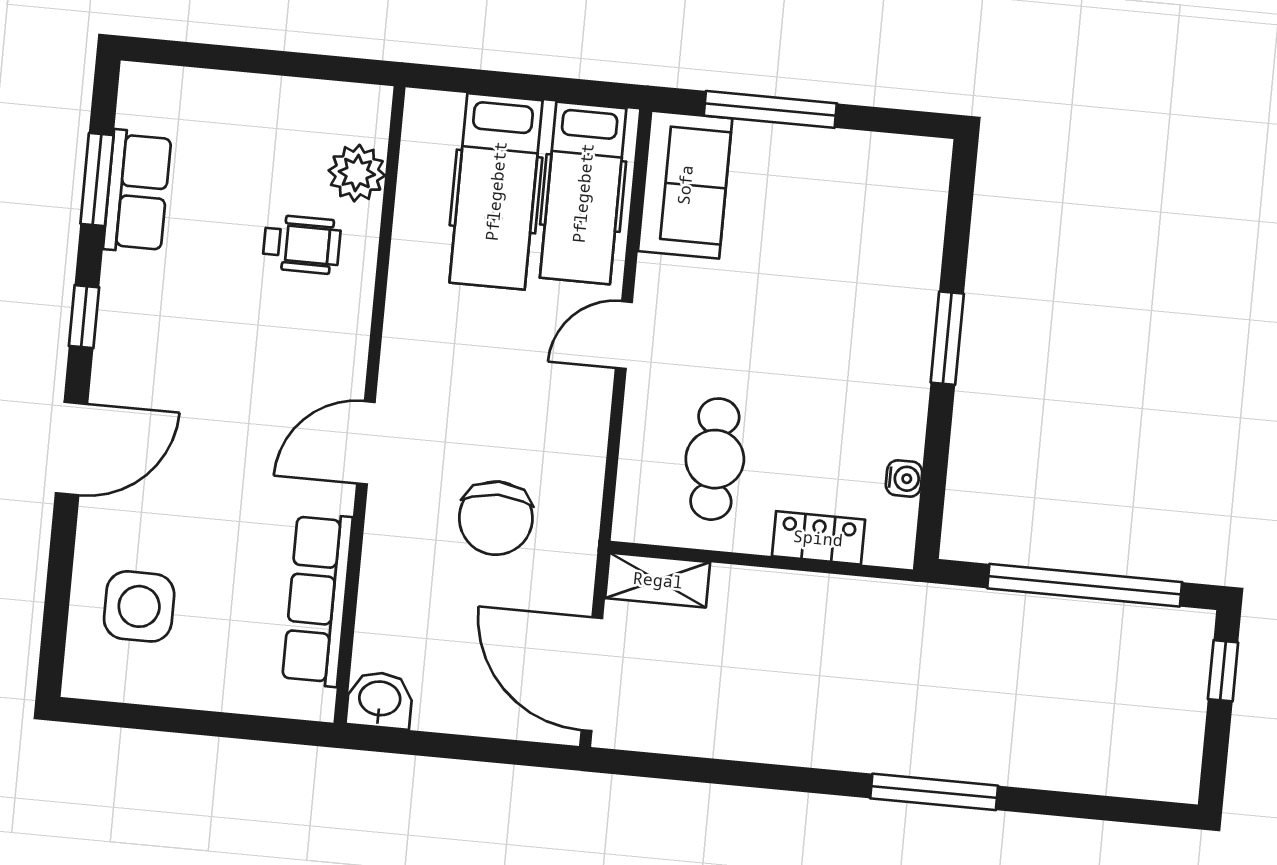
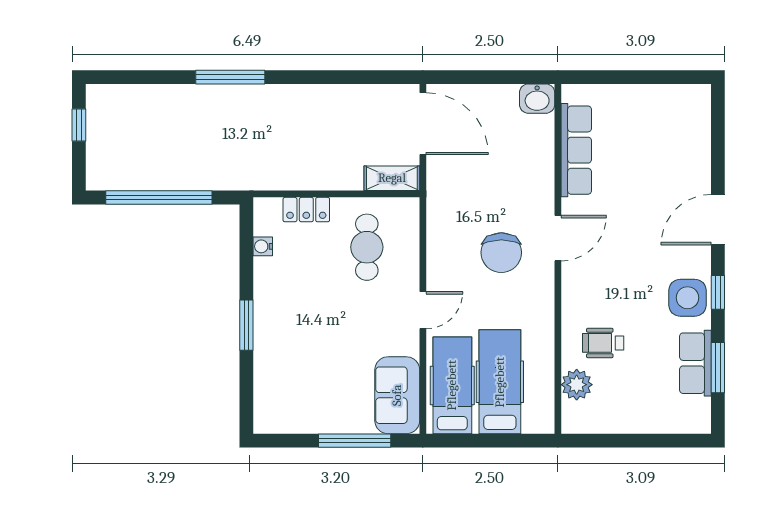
chair: (496, 518) -> (501, 253), moved, turned 180
side table: (139, 606) -> (687, 298), moved
window: (1223, 671) -> (79, 125), moved

